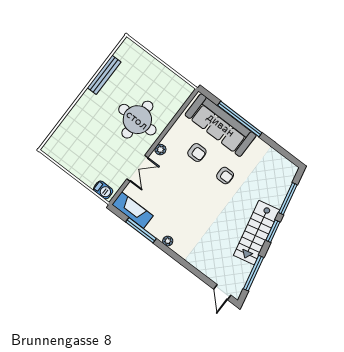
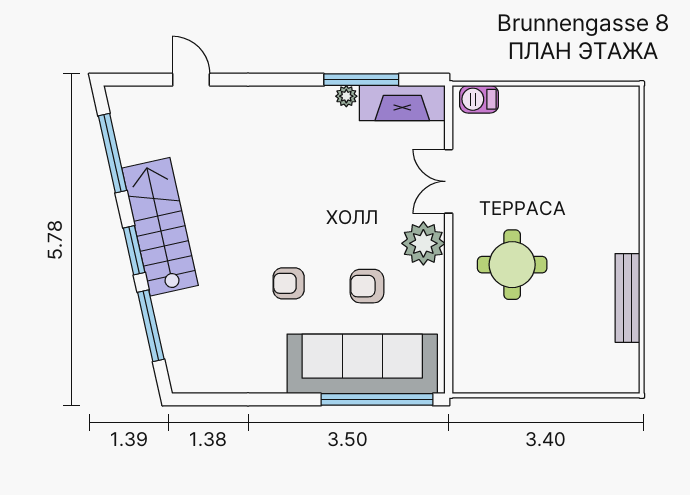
window: (240, 119) -> (377, 399), moved
round table: (137, 120) -> (512, 265), width x0.73, depth x0.73
plant: (160, 150) -> (423, 243), width x1.88, depth x1.88
plant: (168, 241) -> (346, 96), moved
door: (222, 292) -> (191, 80), moved

